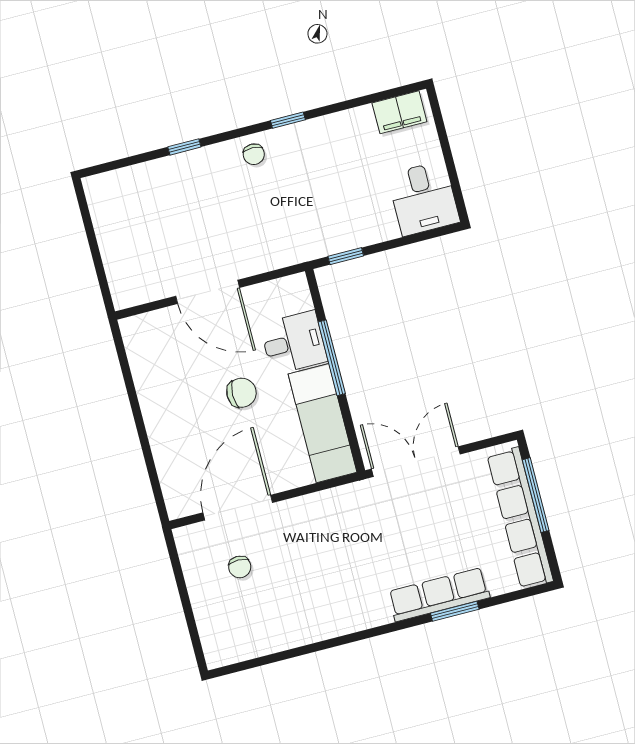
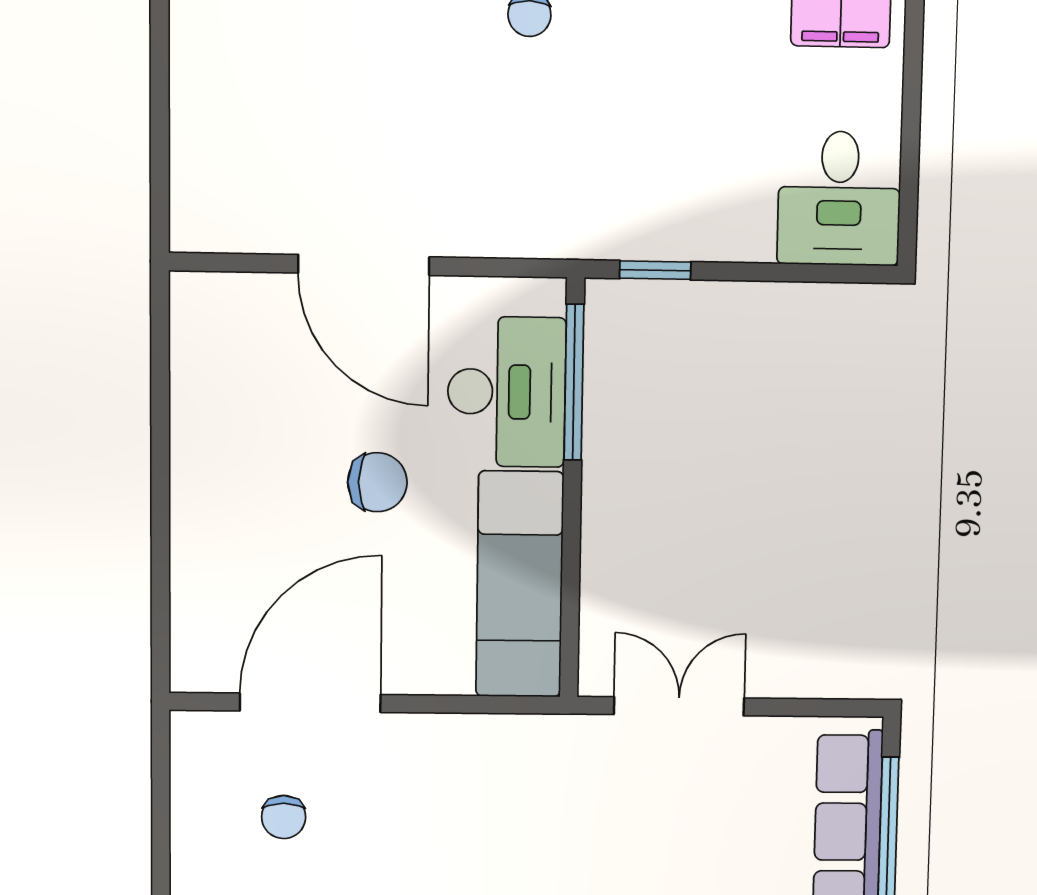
desk: (294, 343) -> (507, 392), width x1.37
window: (332, 358) -> (574, 382), moved
double door: (416, 462) -> (679, 706), width x0.73

